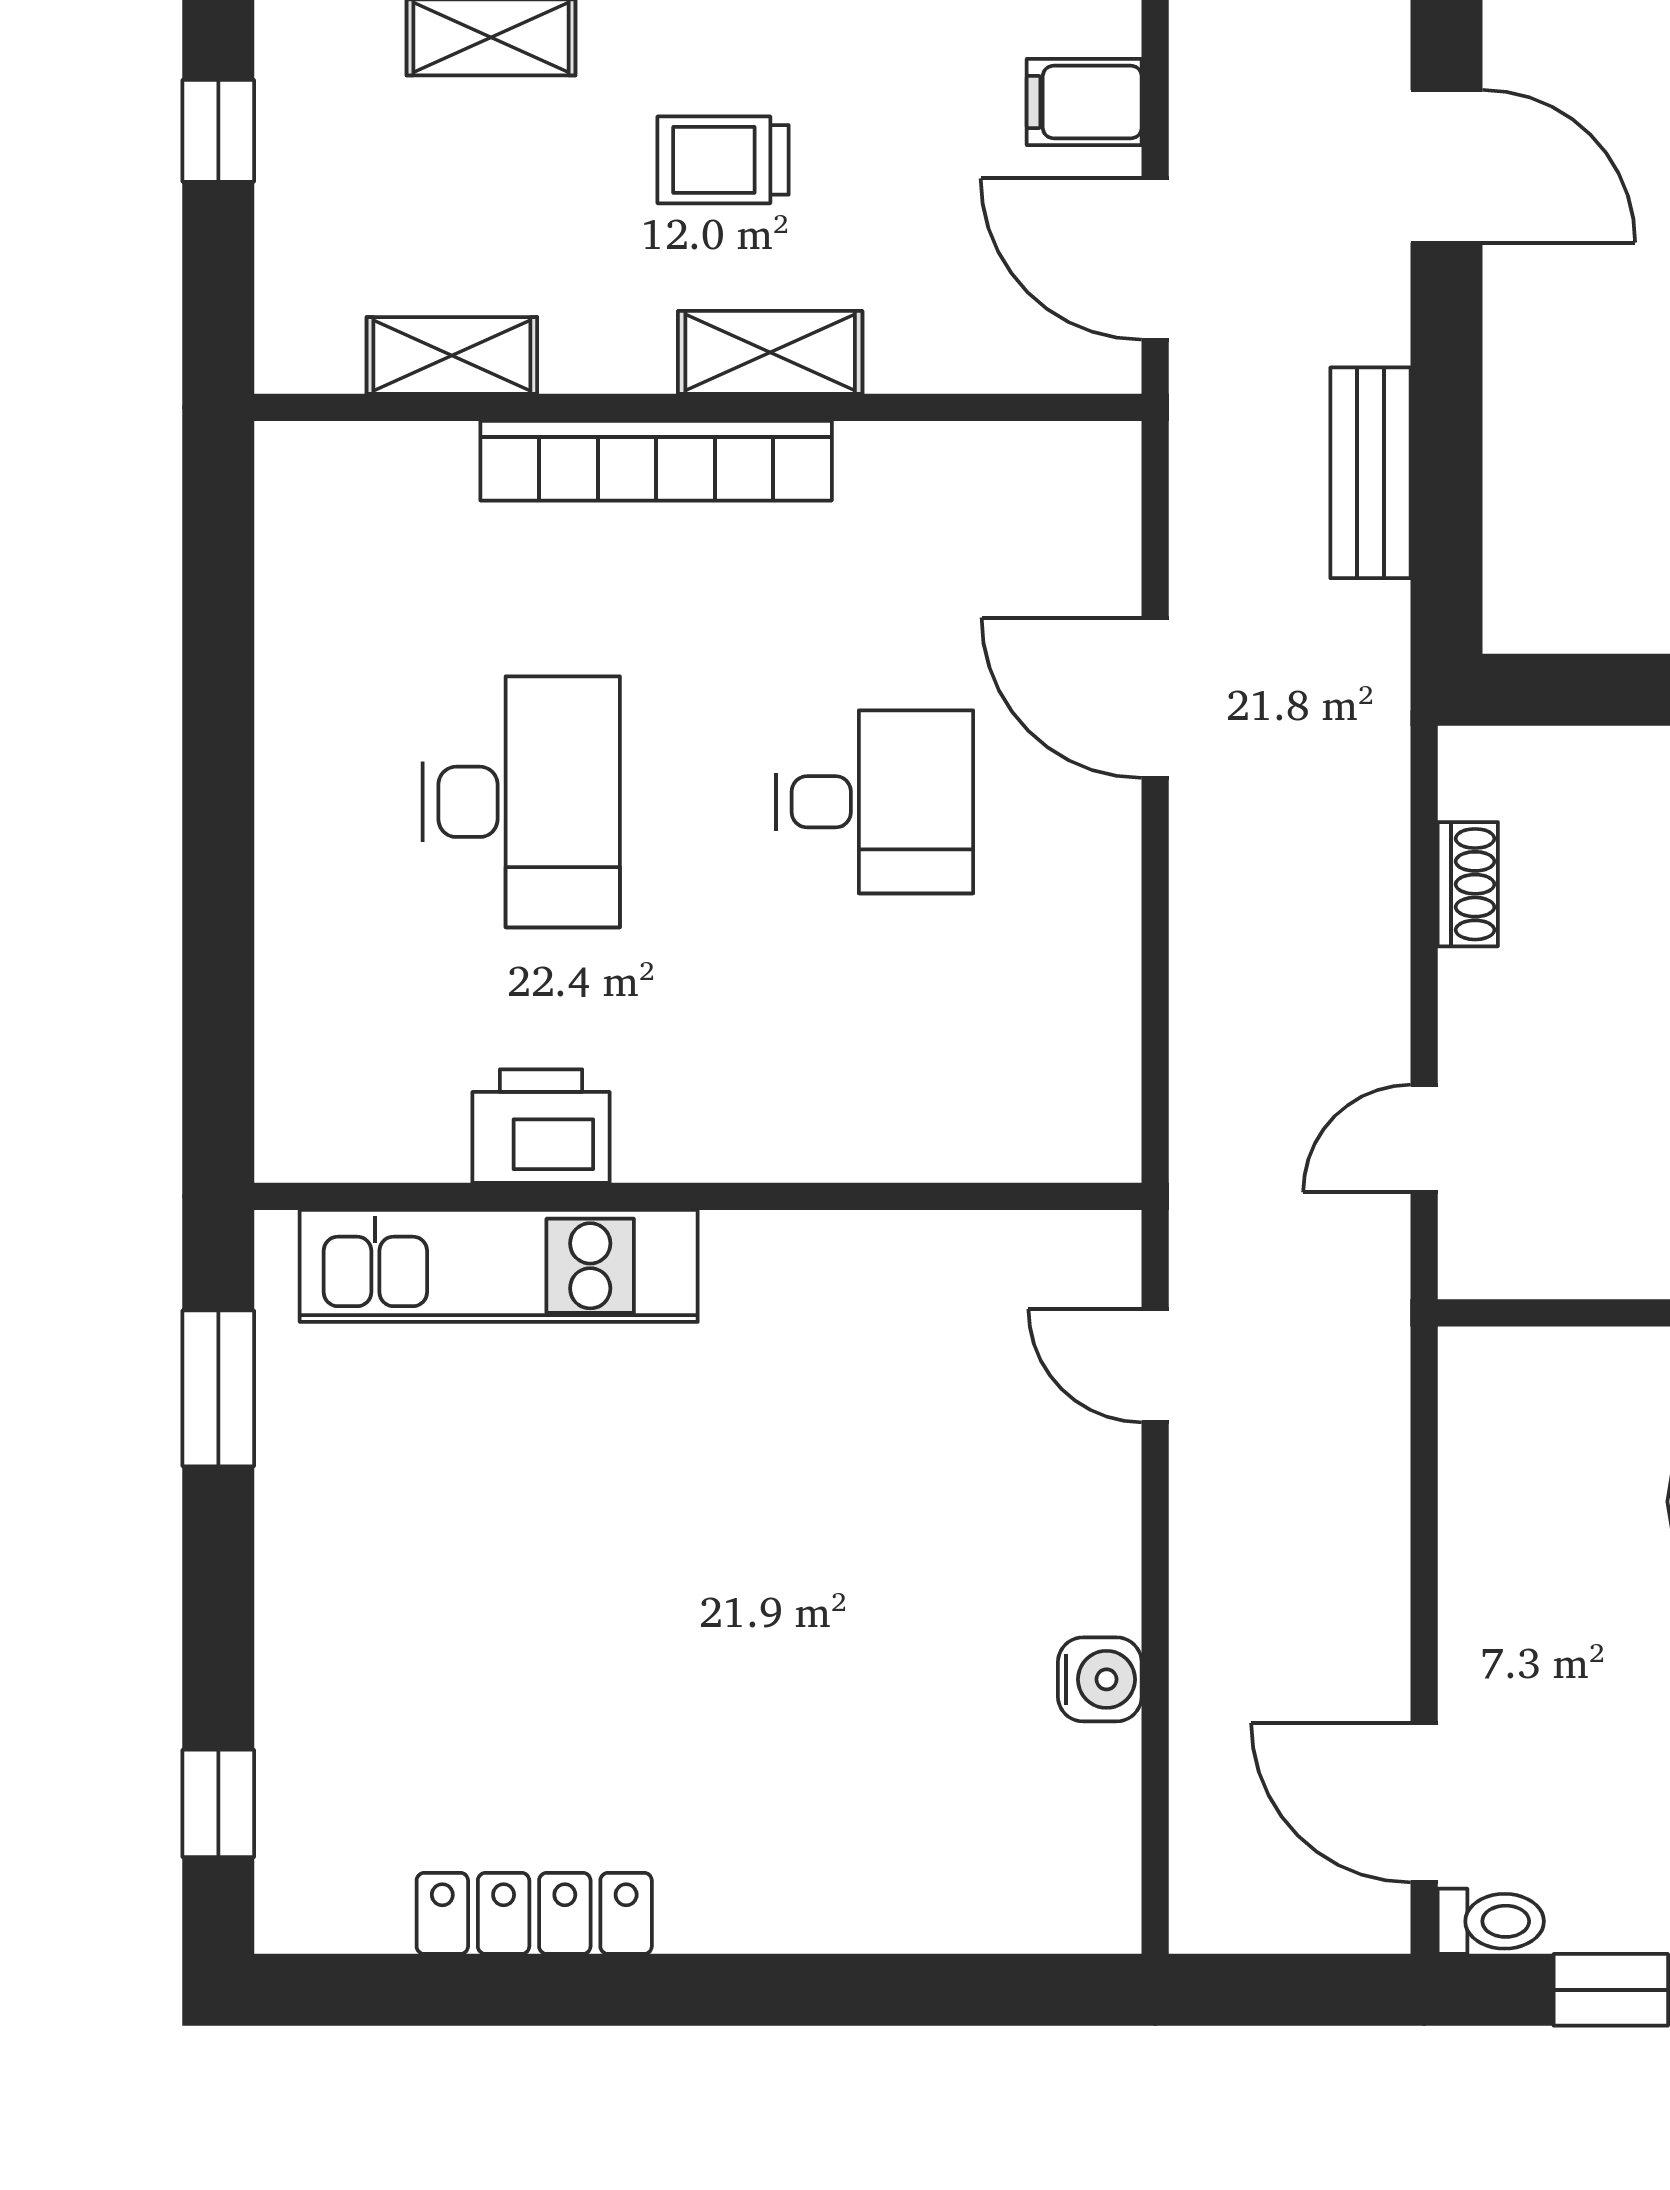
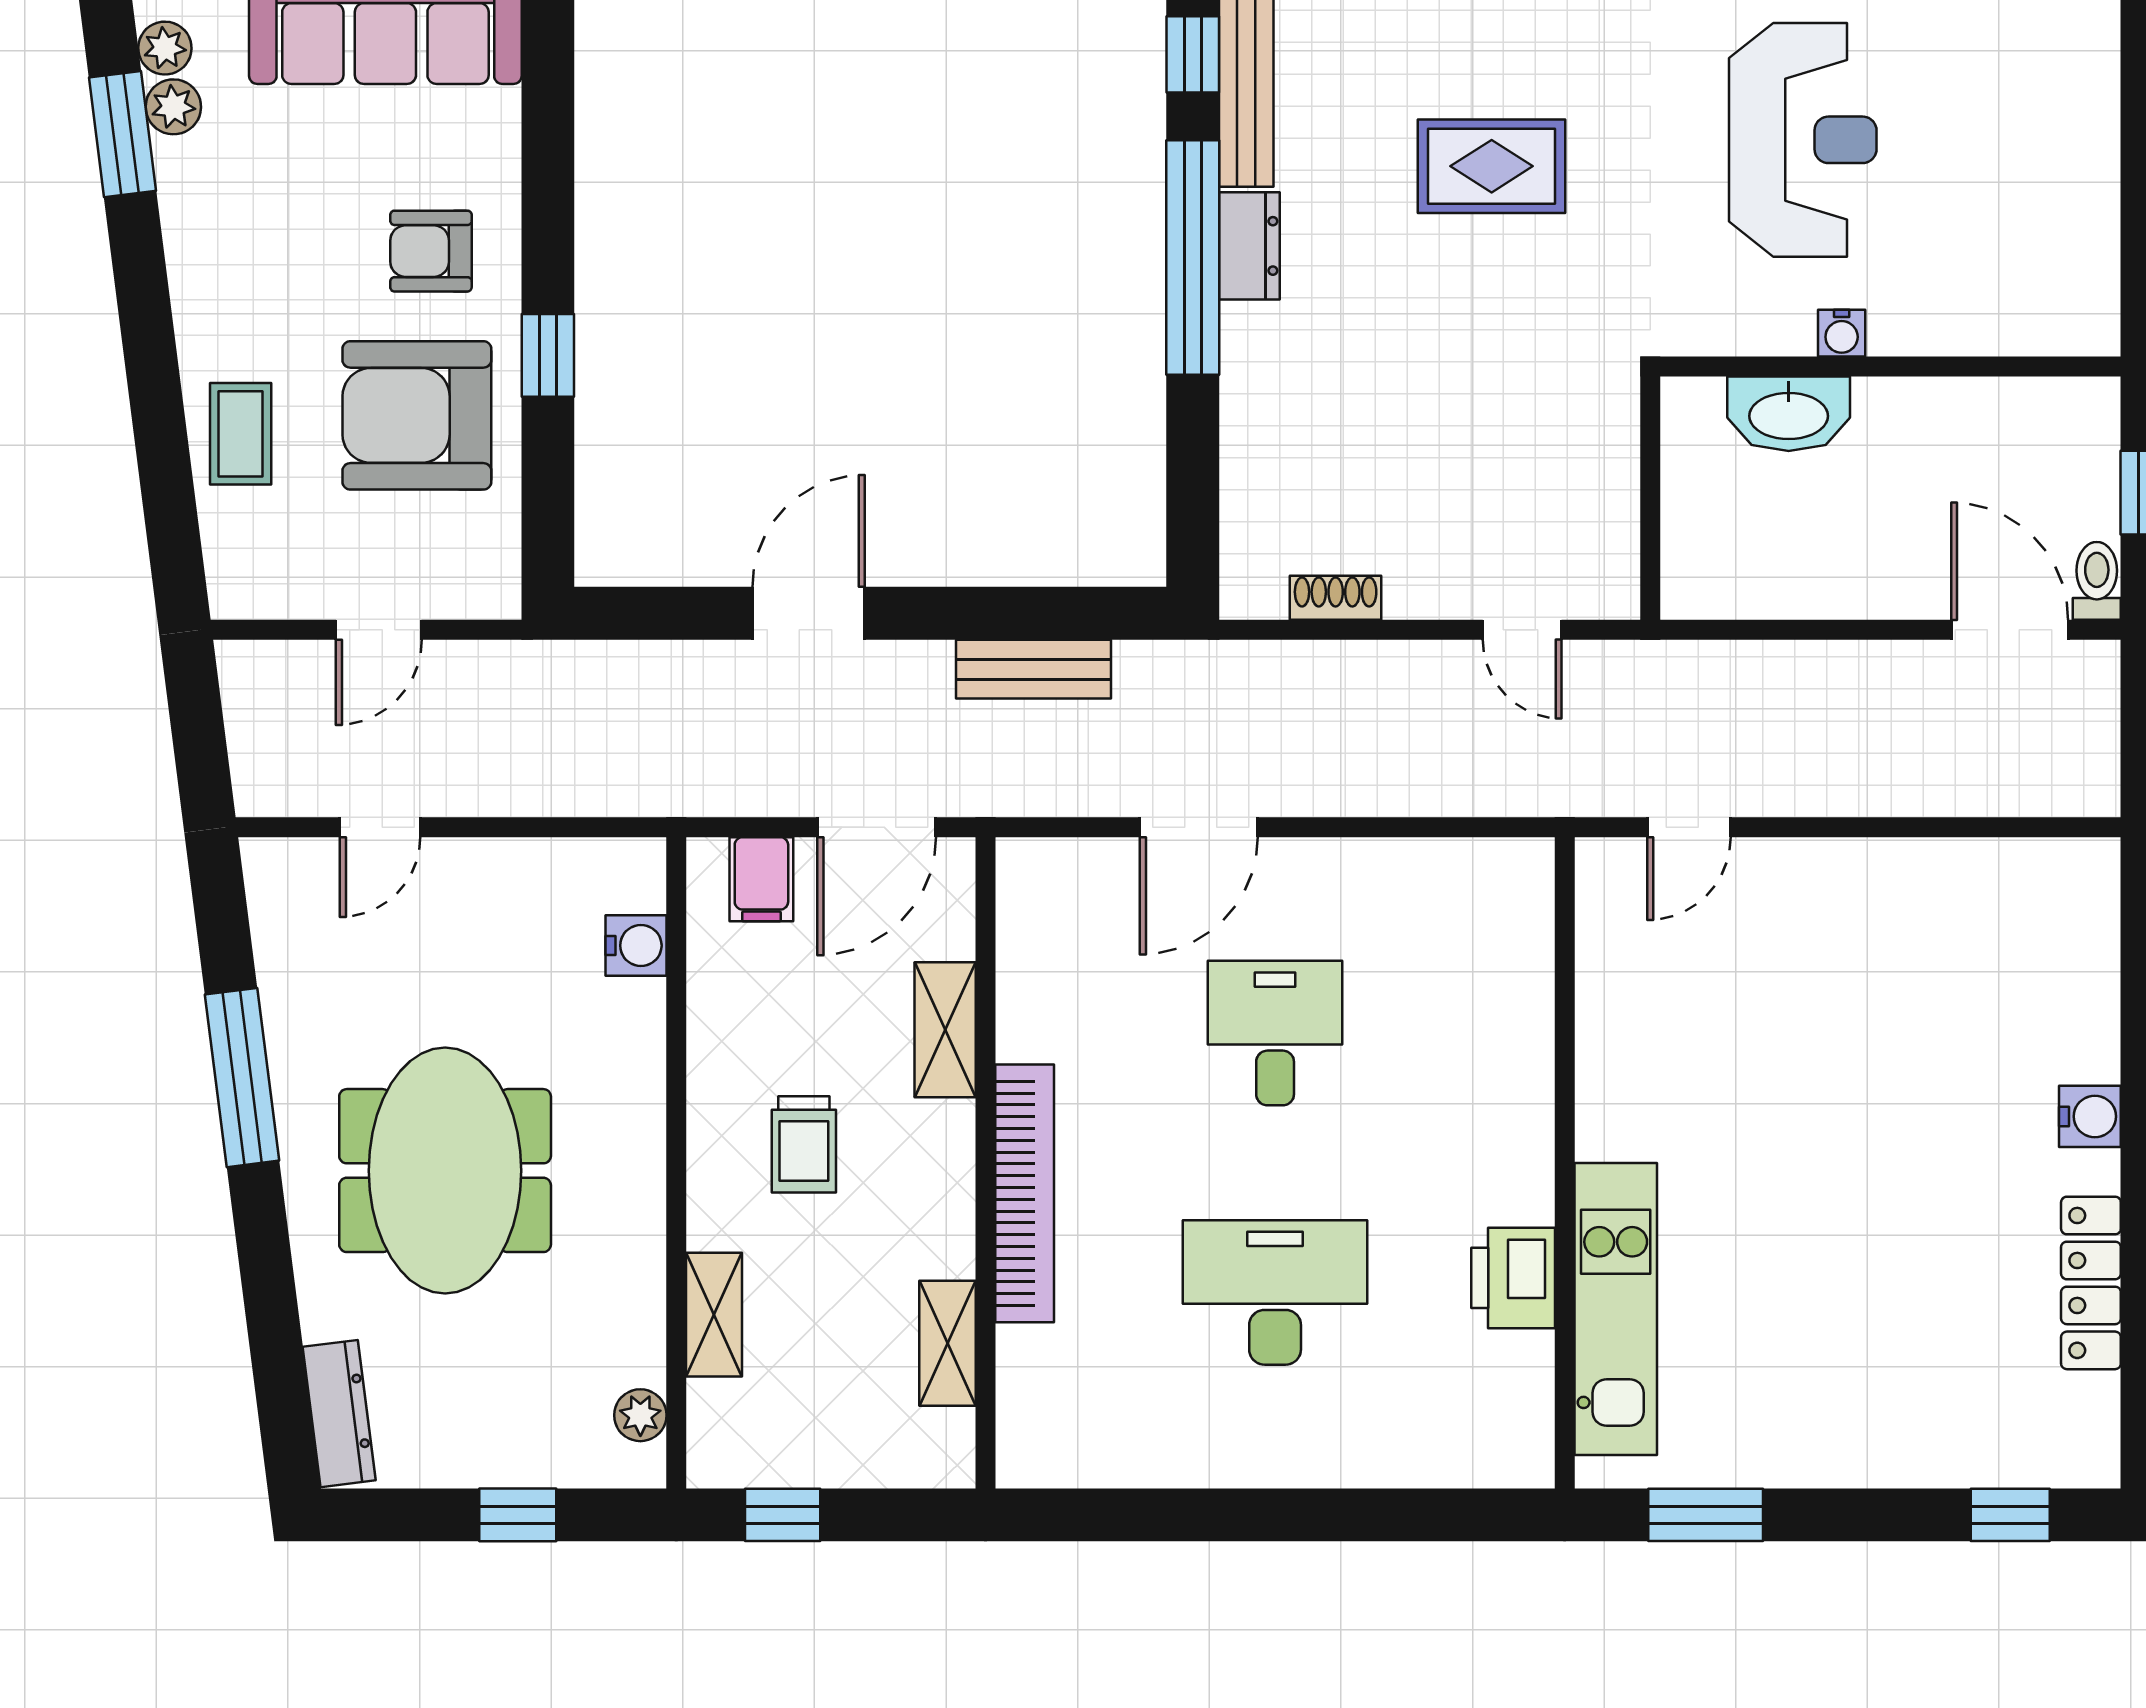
shelving: (770, 352) -> (945, 1030), moved
water cooler: (1100, 1679) -> (2090, 1116), moved, turned 90
door: (1424, 1803) -> (2010, 630), swing flipped

